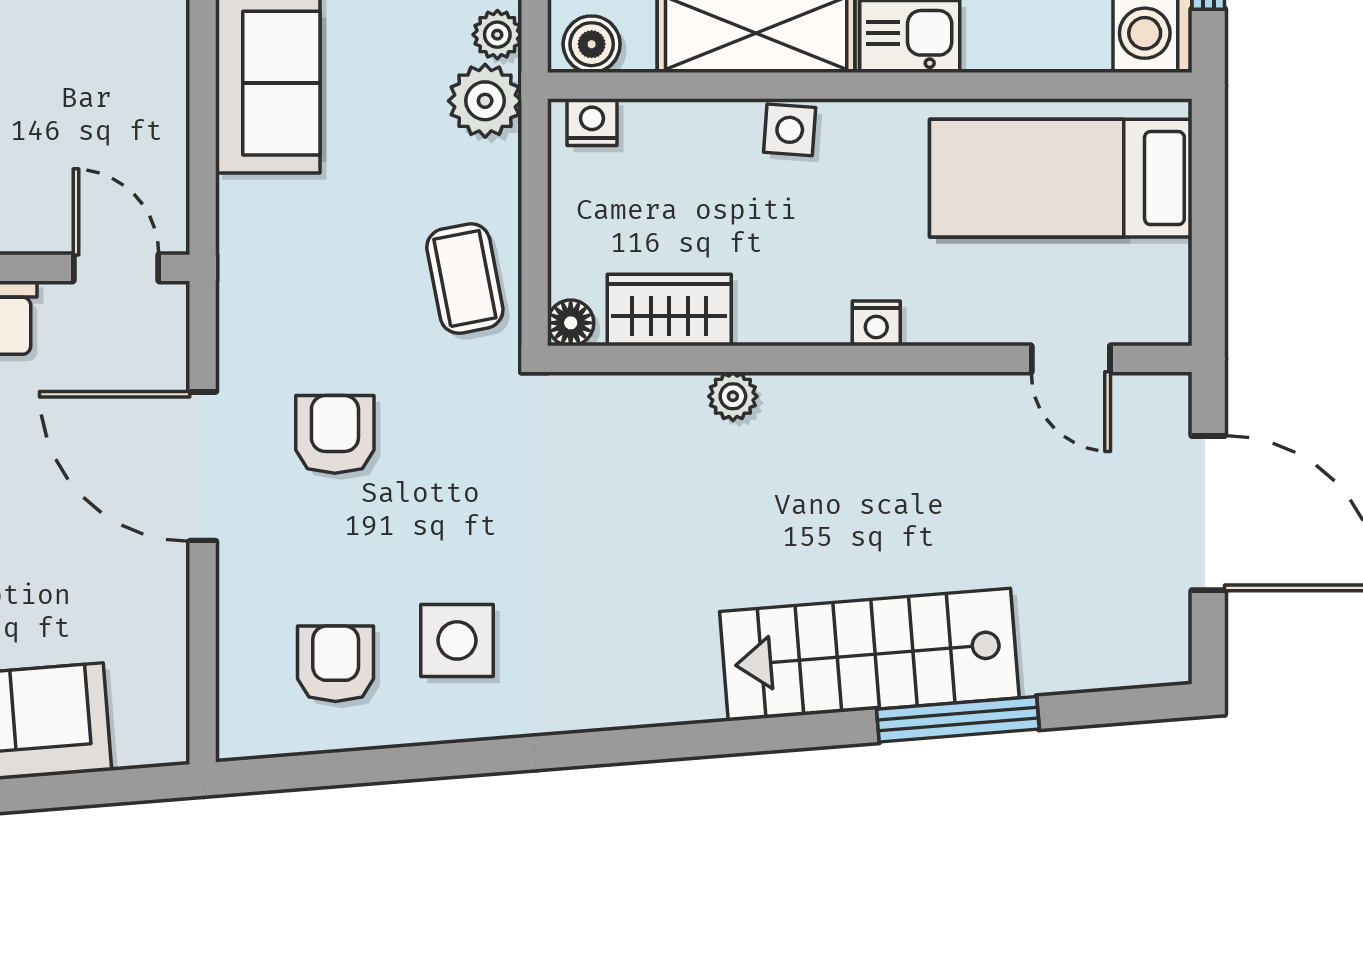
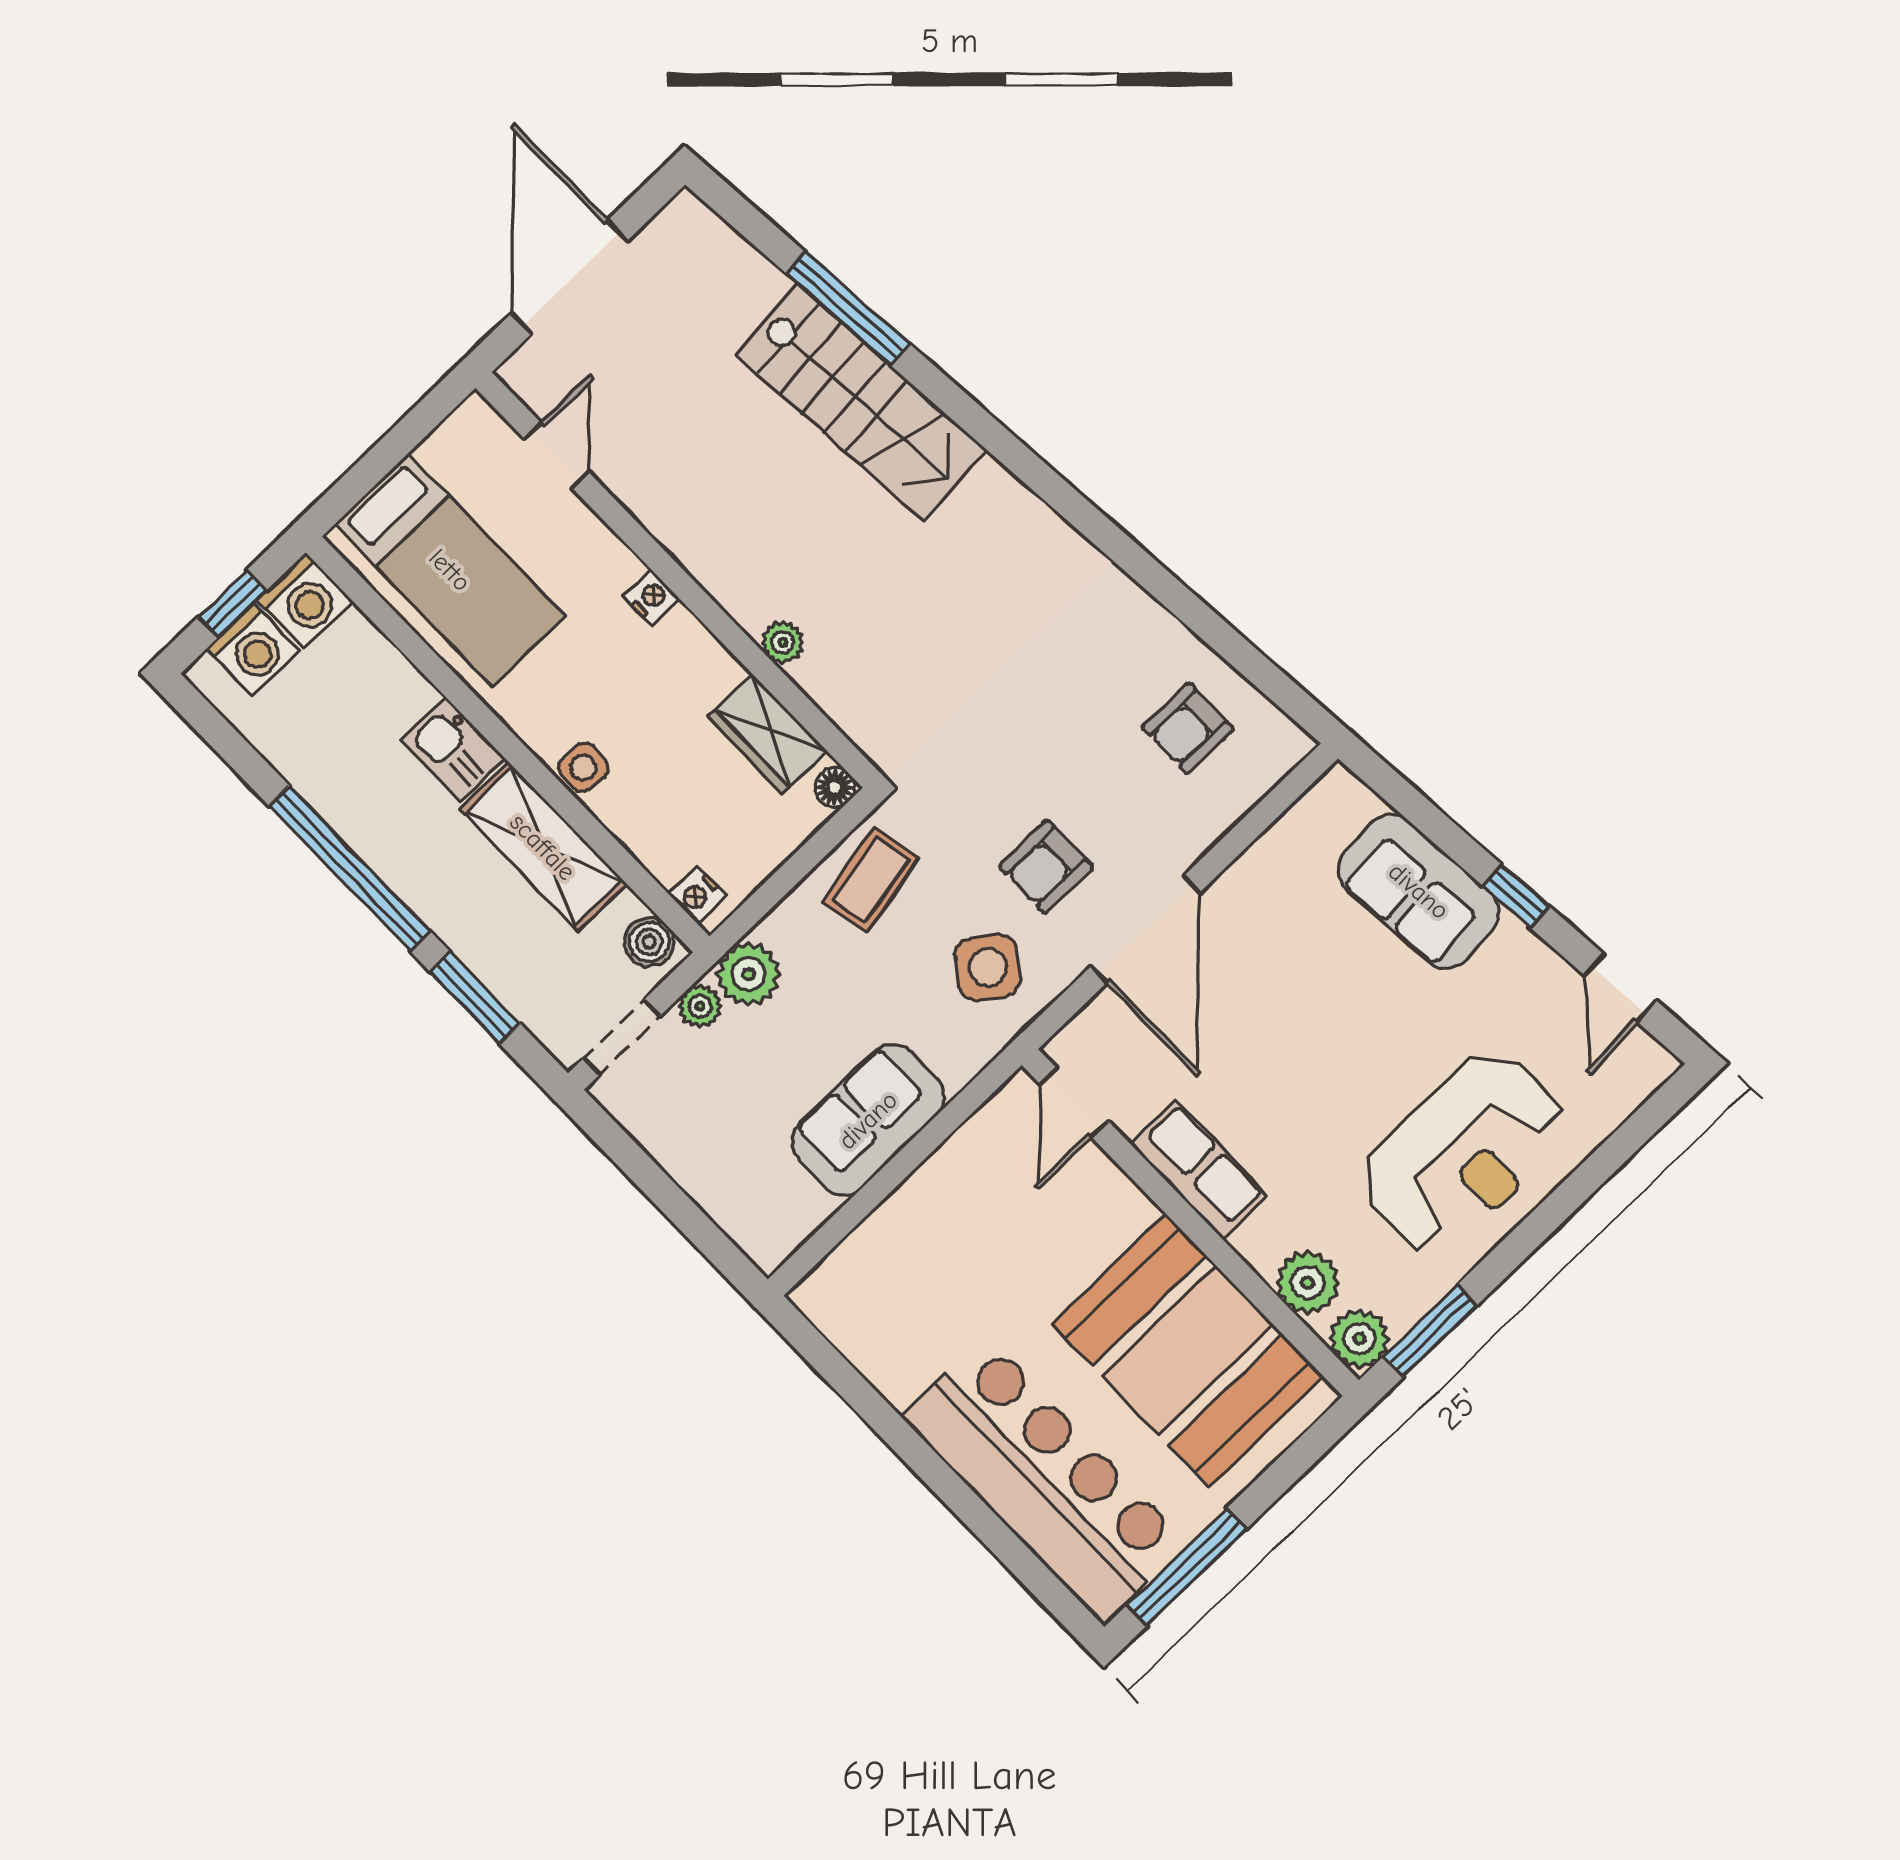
side table: (457, 640) -> (988, 967), moved, turned 36

